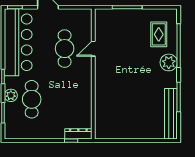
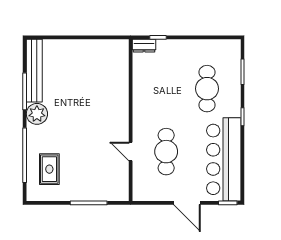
door: (93, 49) -> (131, 152), swing flipped
plant: (169, 62) -> (37, 114), moved
plant: (11, 95) -> (233, 93), removed
dresser: (78, 134) -> (144, 46), width x0.70

